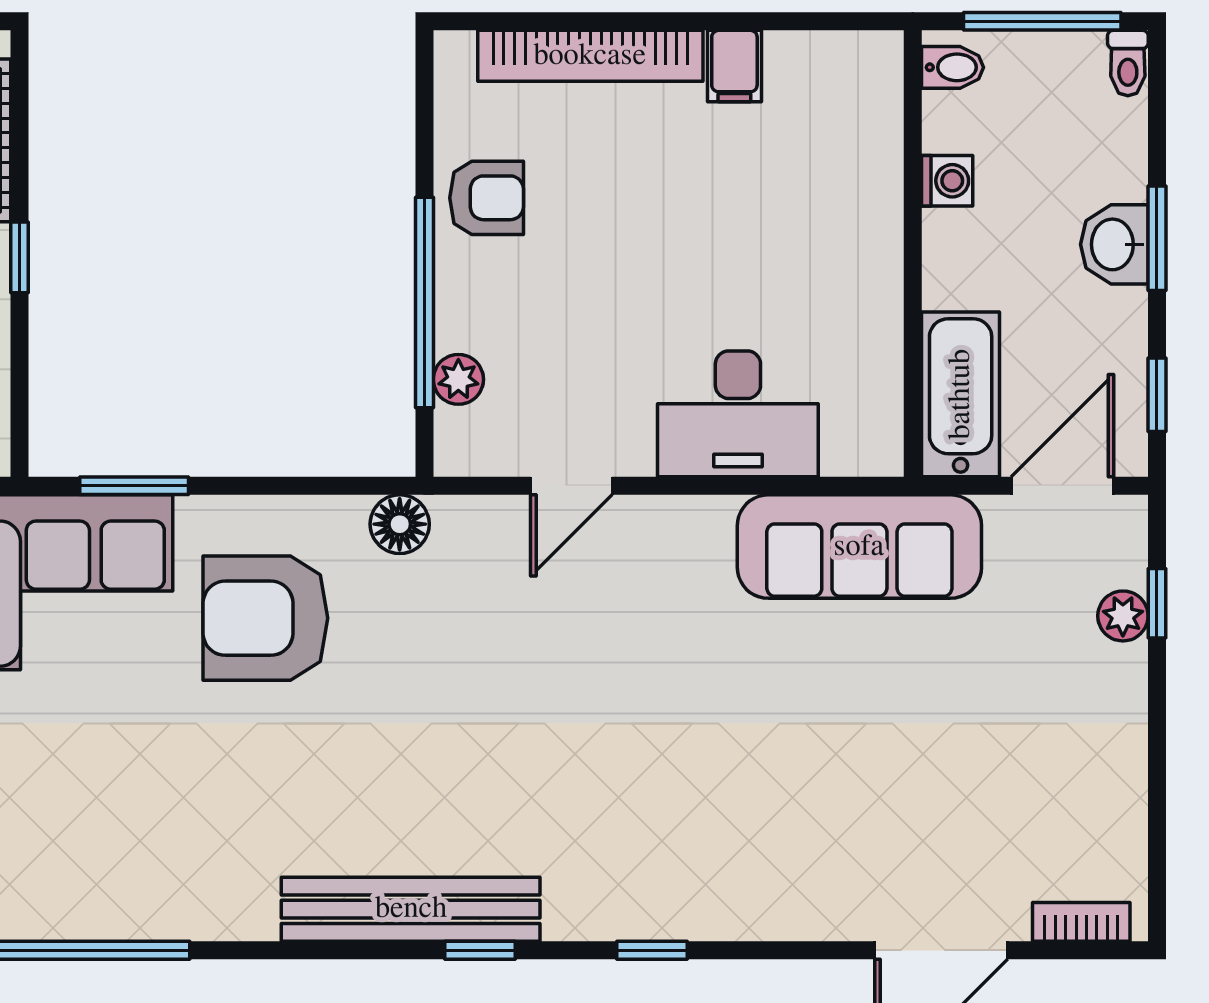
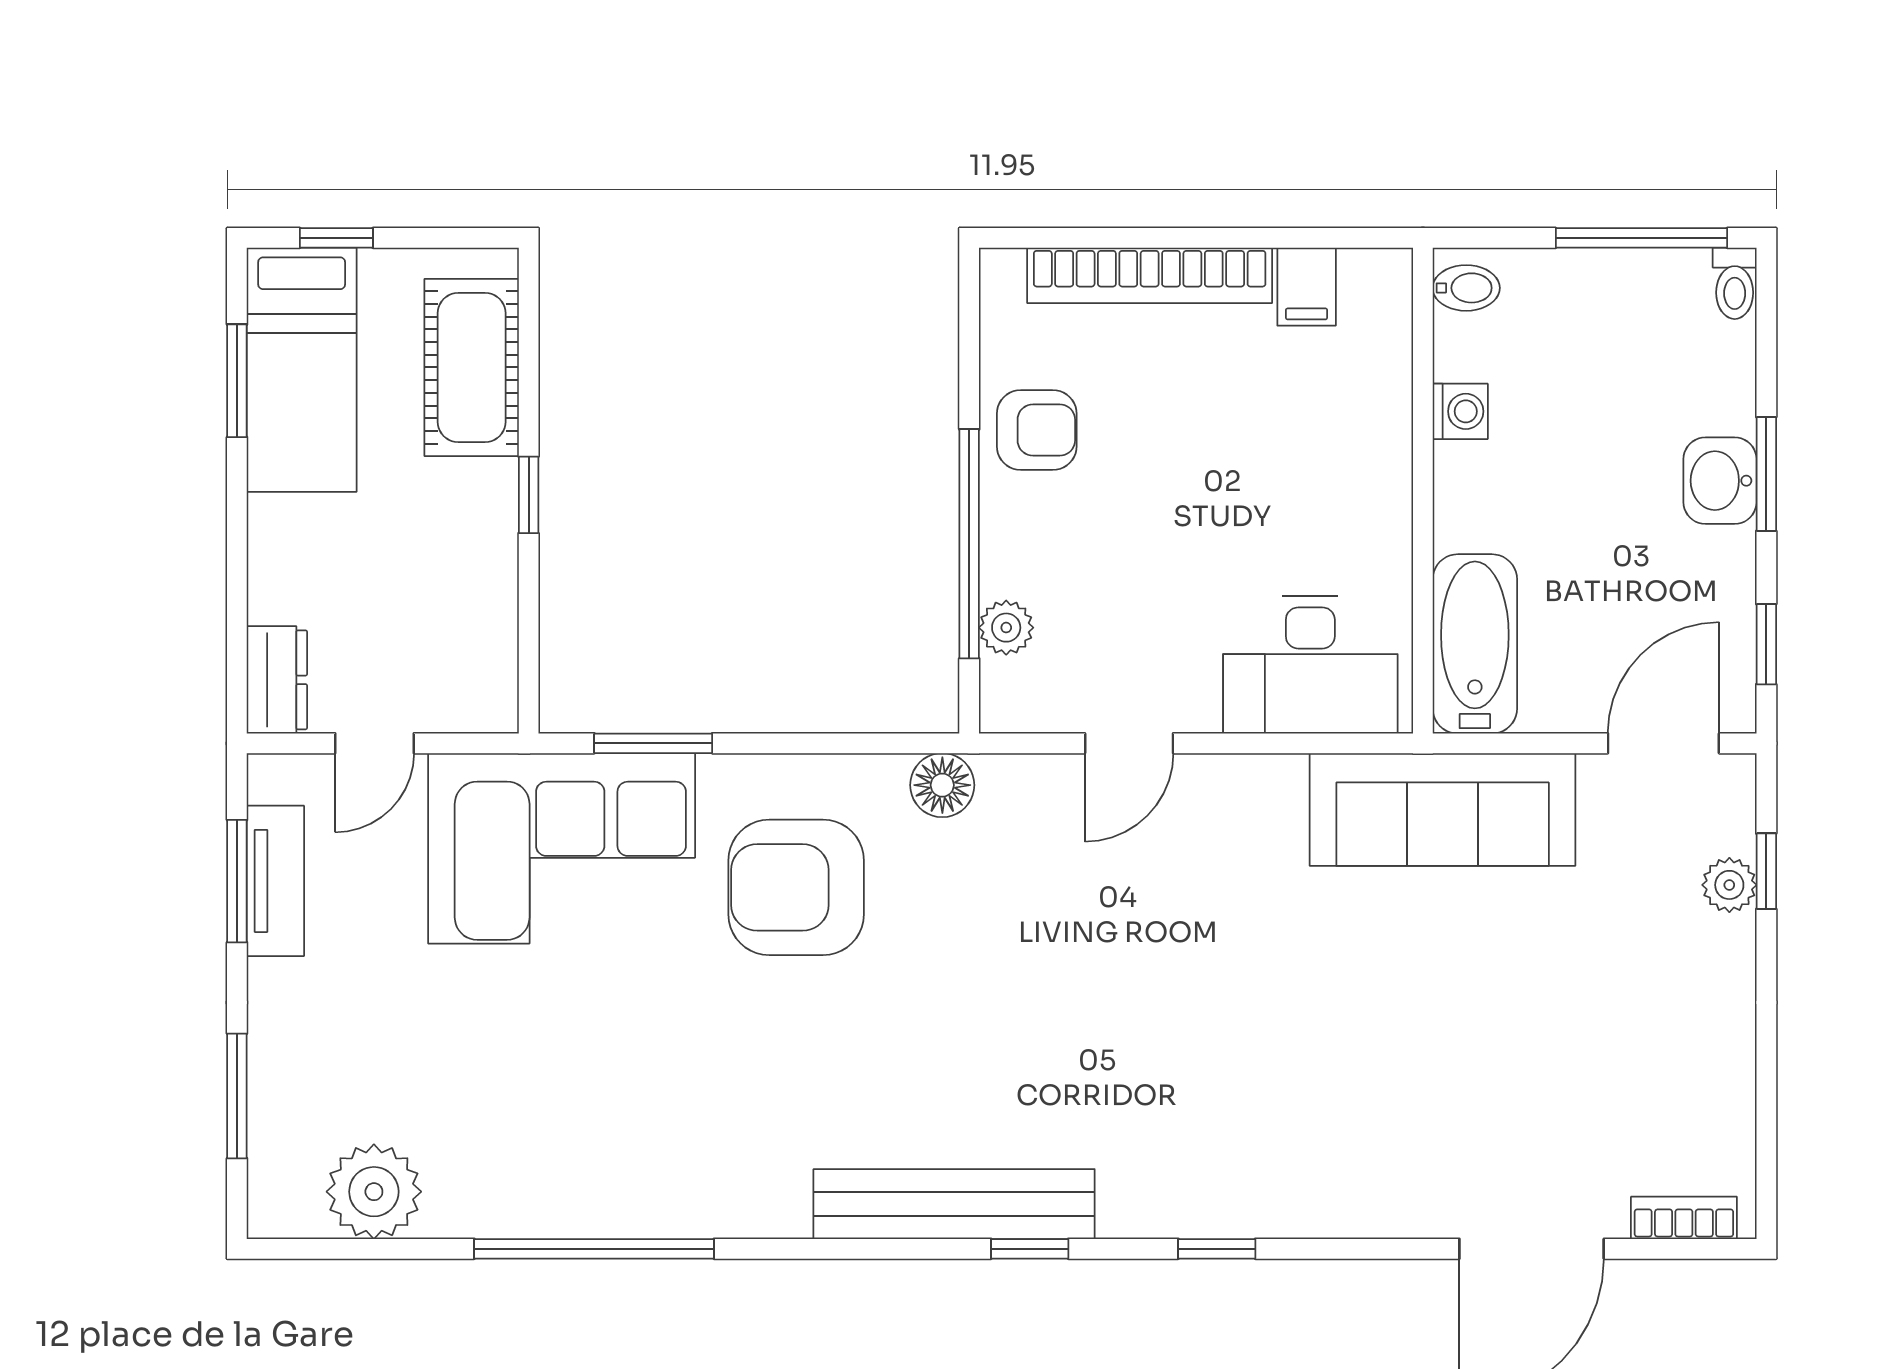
bidet: (953, 67) -> (1466, 288), moved
washing machine: (947, 181) -> (1460, 411), moved
wall: (913, 254) -> (1423, 491), moved
bathtub: (961, 394) -> (1475, 644), moved

